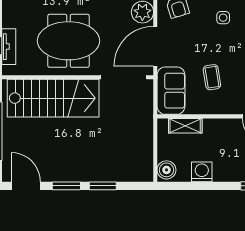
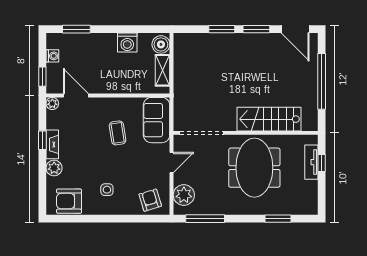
meeting table: (69, 41) -> (254, 168), turned 90
door: (155, 46) -> (172, 162), width x0.53
stairs: (53, 98) -> (269, 119), width x0.73, depth x0.66
shelving: (185, 126) -> (163, 70), moved, turned 90

